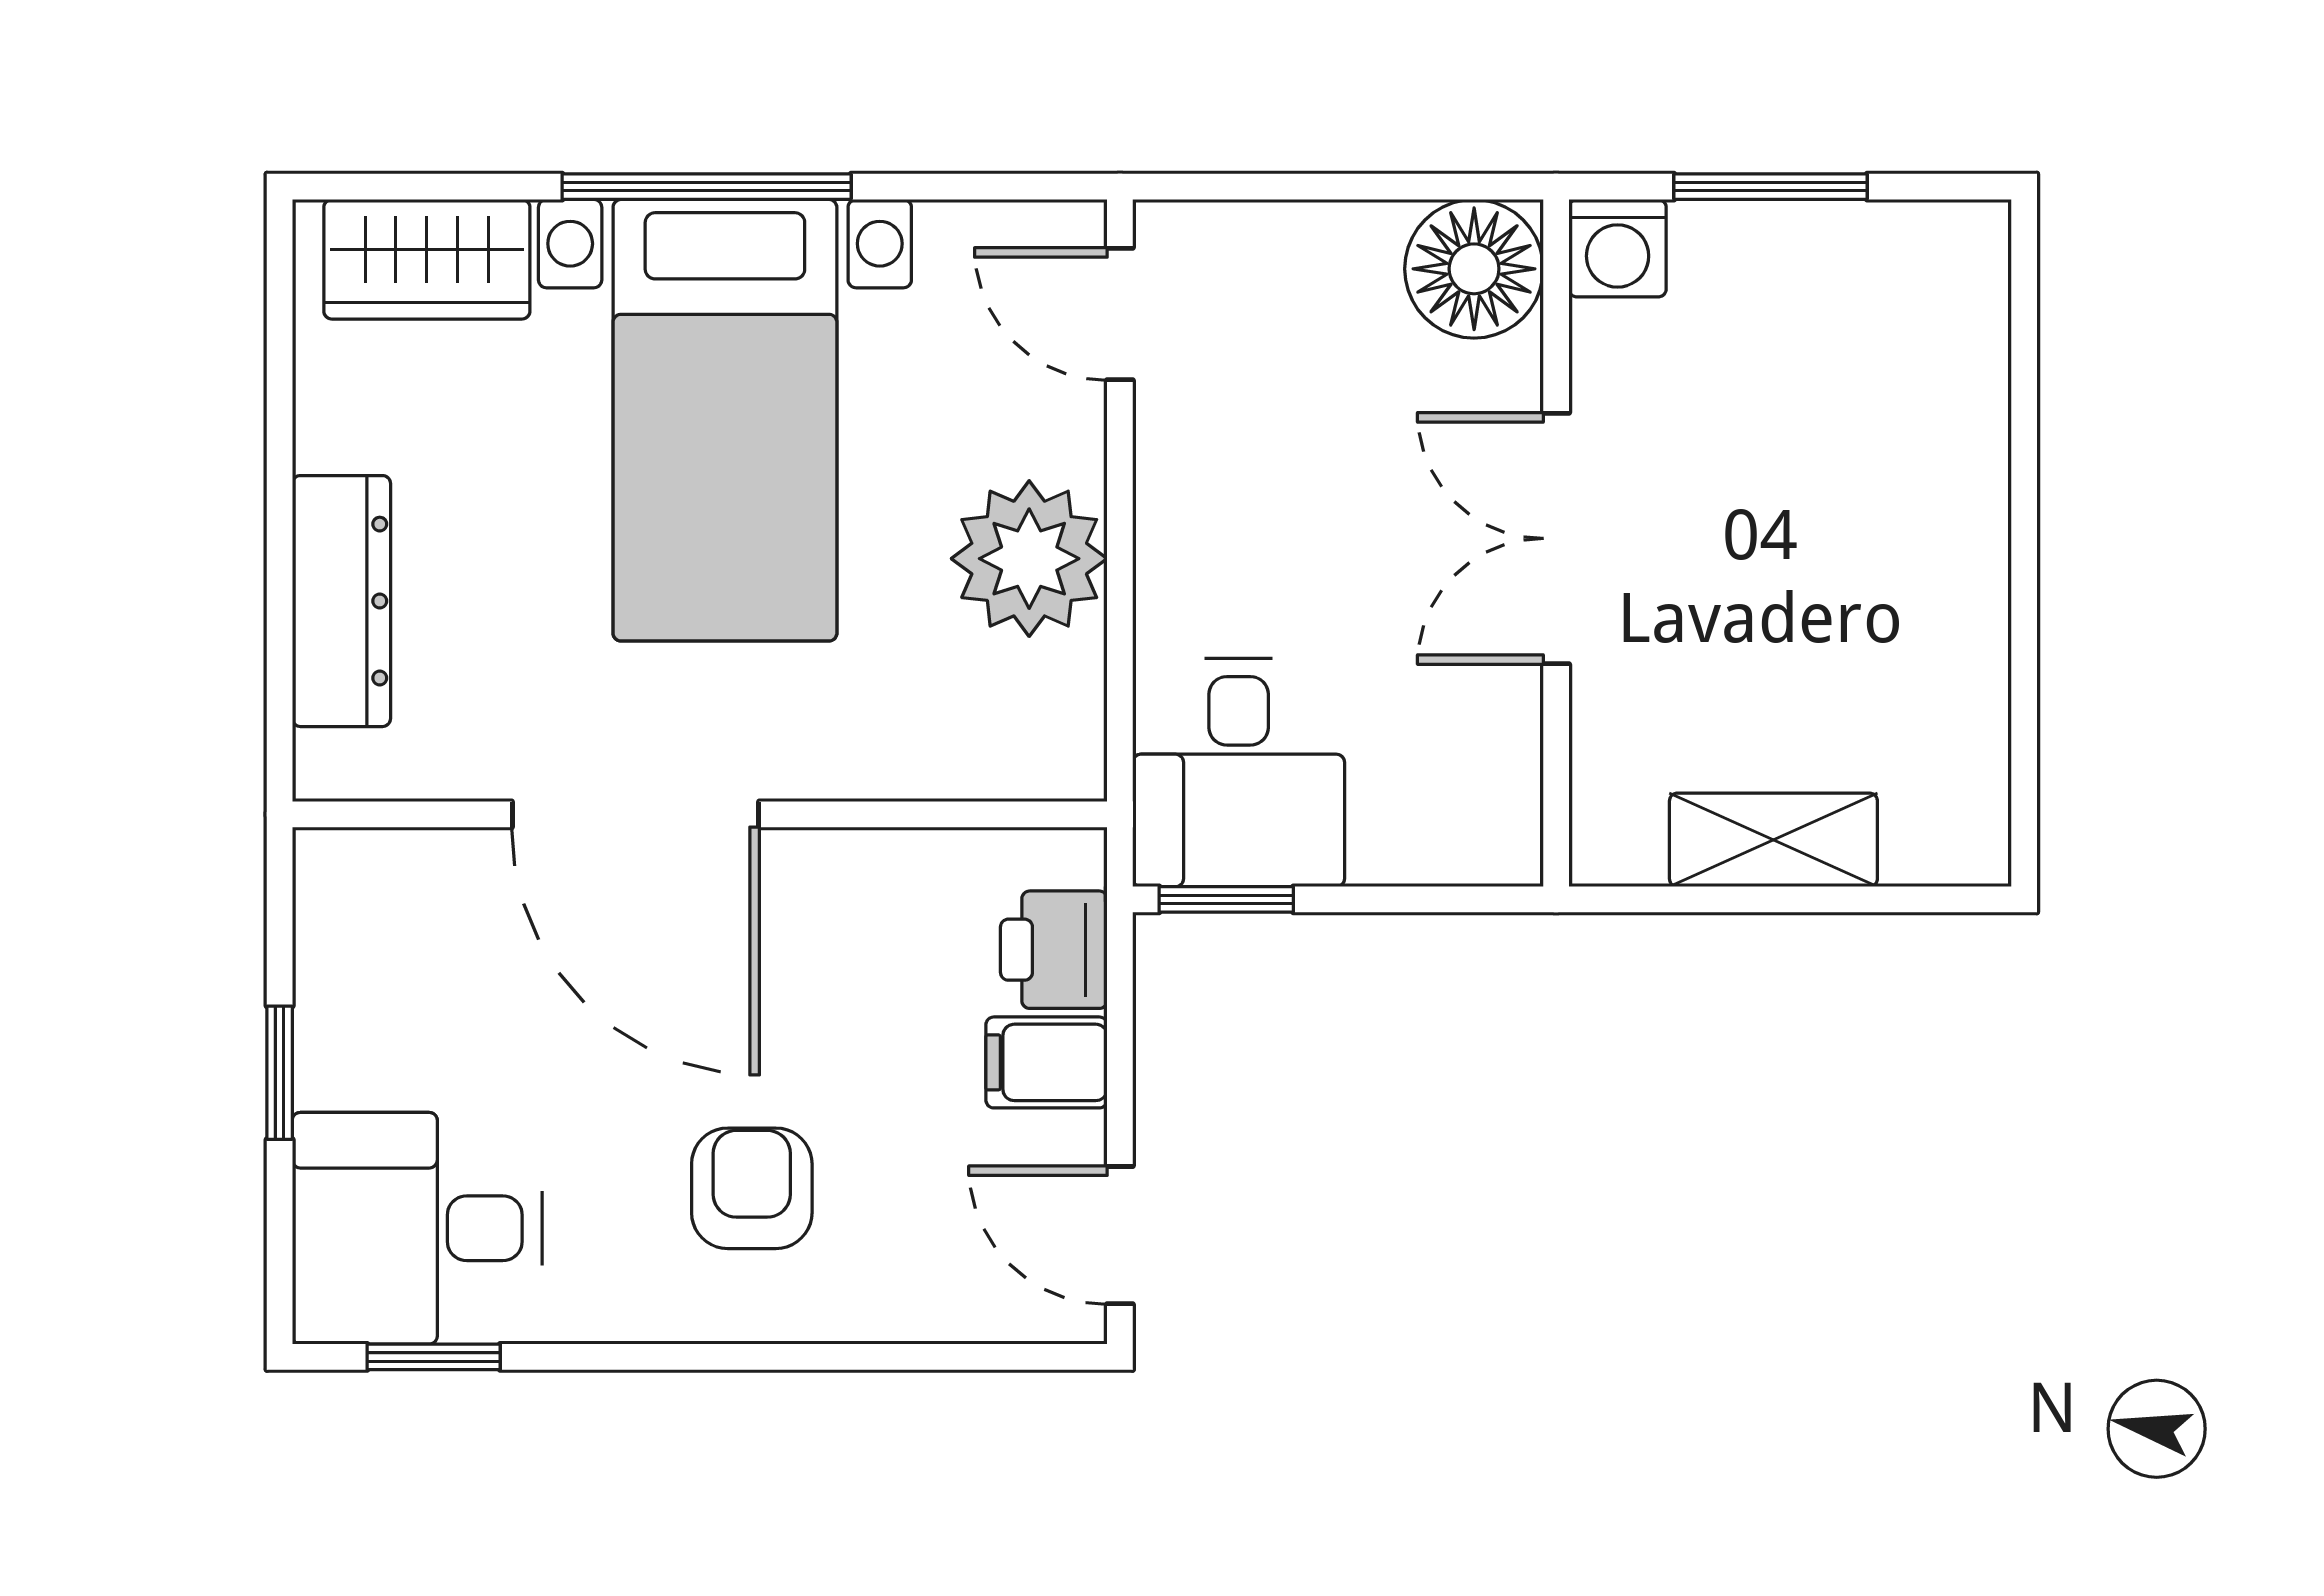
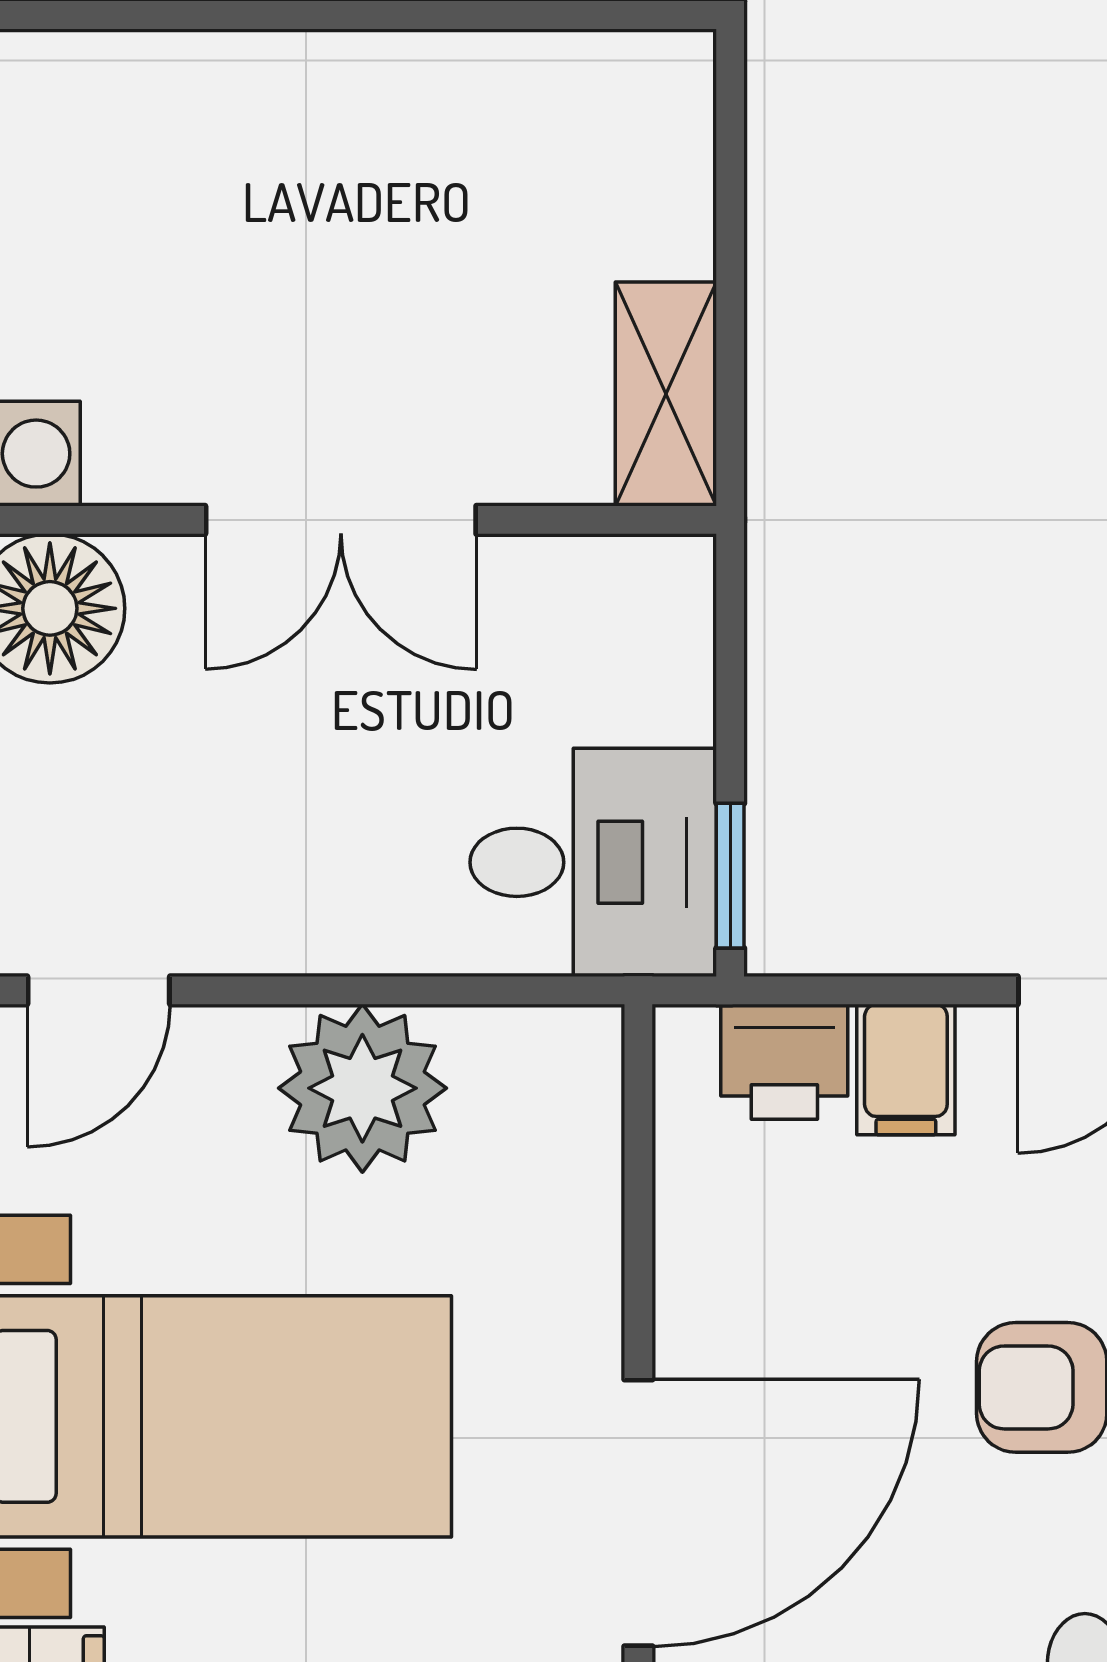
shelving: (1773, 840) -> (666, 394), moved

